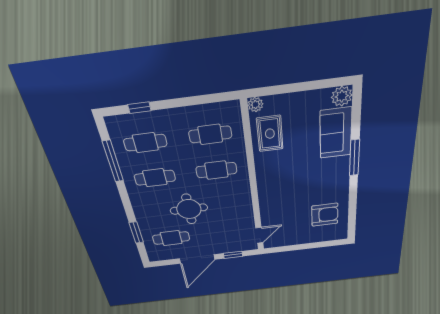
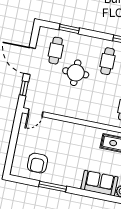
window: (354, 158) -> (53, 186), moved
cafe table: (216, 170) -> (99, 102), removed
door: (259, 235) -> (36, 113), hinge flipped

